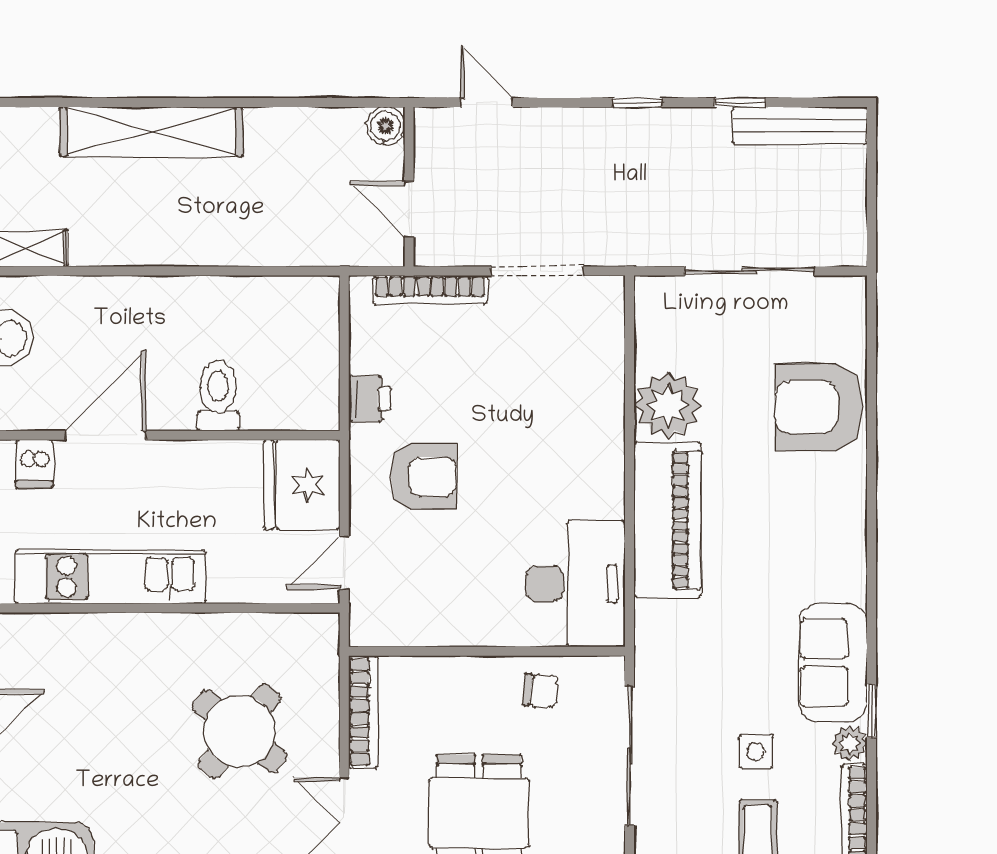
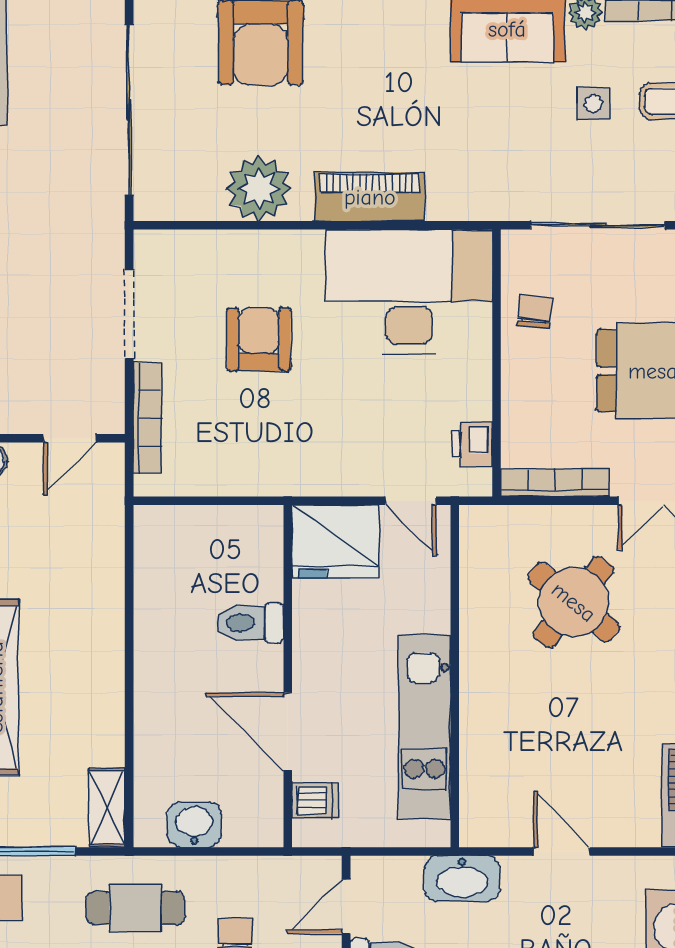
sliding door: (749, 271) -> (129, 110), width x1.36
printer: (370, 399) -> (472, 444), moved, turned -90
armchair: (424, 477) -> (259, 339), moved
piano: (668, 520) -> (370, 197), width x0.73, depth x0.75
desk: (575, 584) -> (409, 292), width x1.36, depth x1.30

